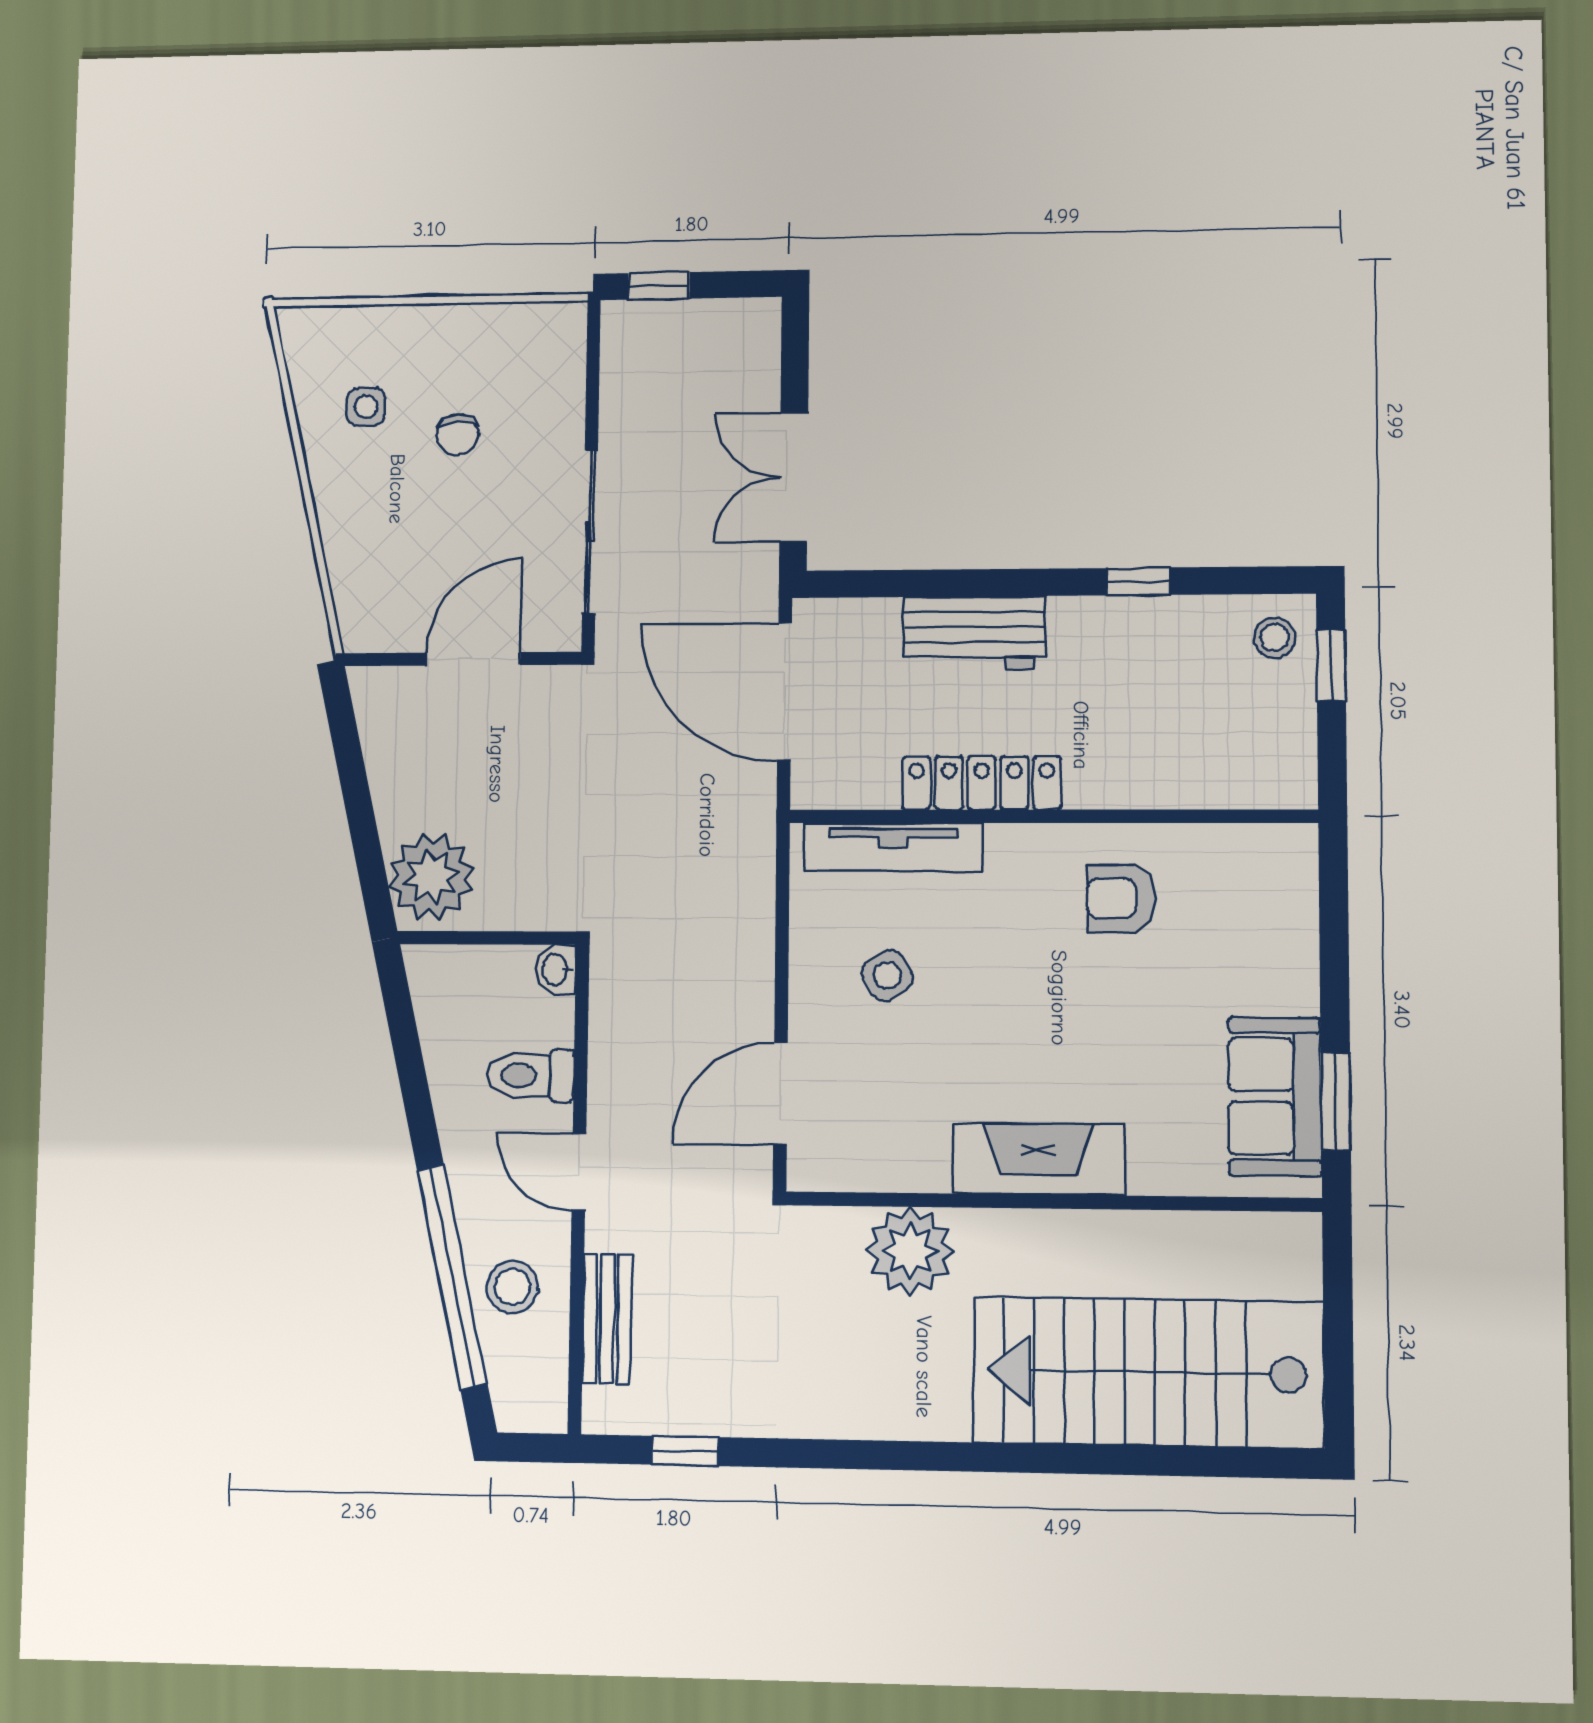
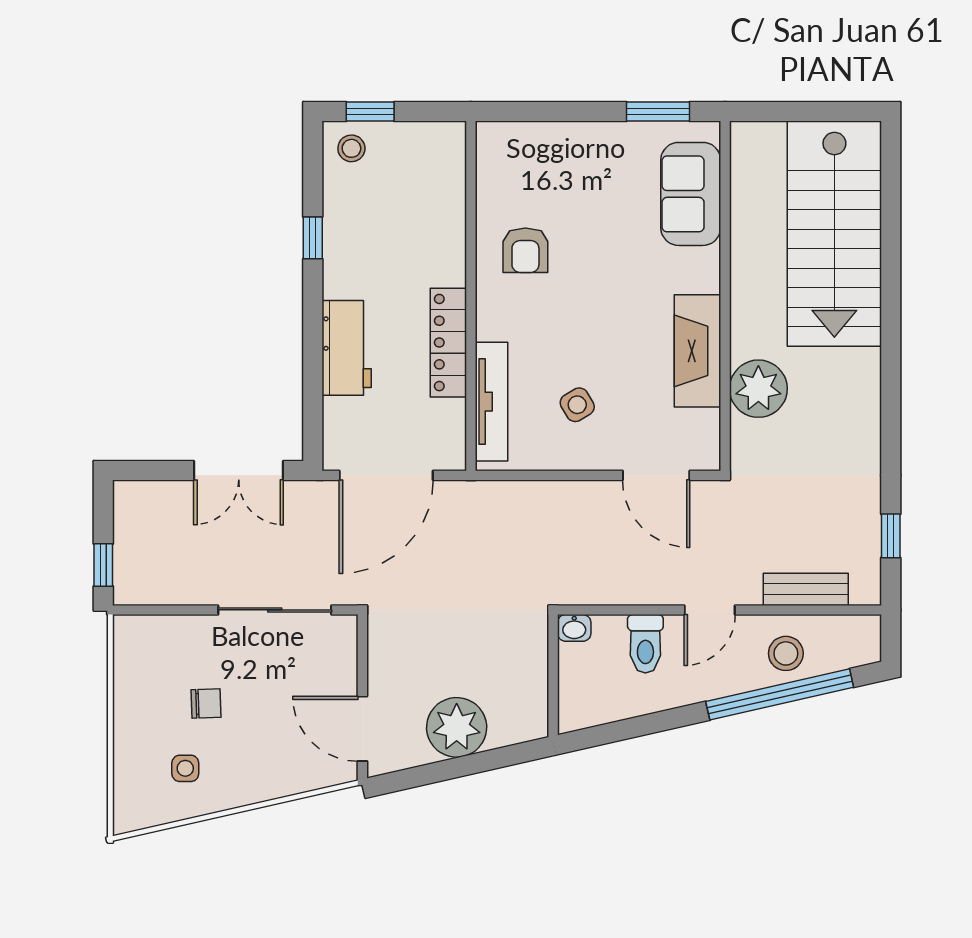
door: (473, 659) -> (362, 729), moved
plant: (431, 877) -> (457, 727), moved
sofa: (1275, 1096) -> (691, 194), moved, turned 90
fireplace: (1038, 1159) -> (697, 351), moved

